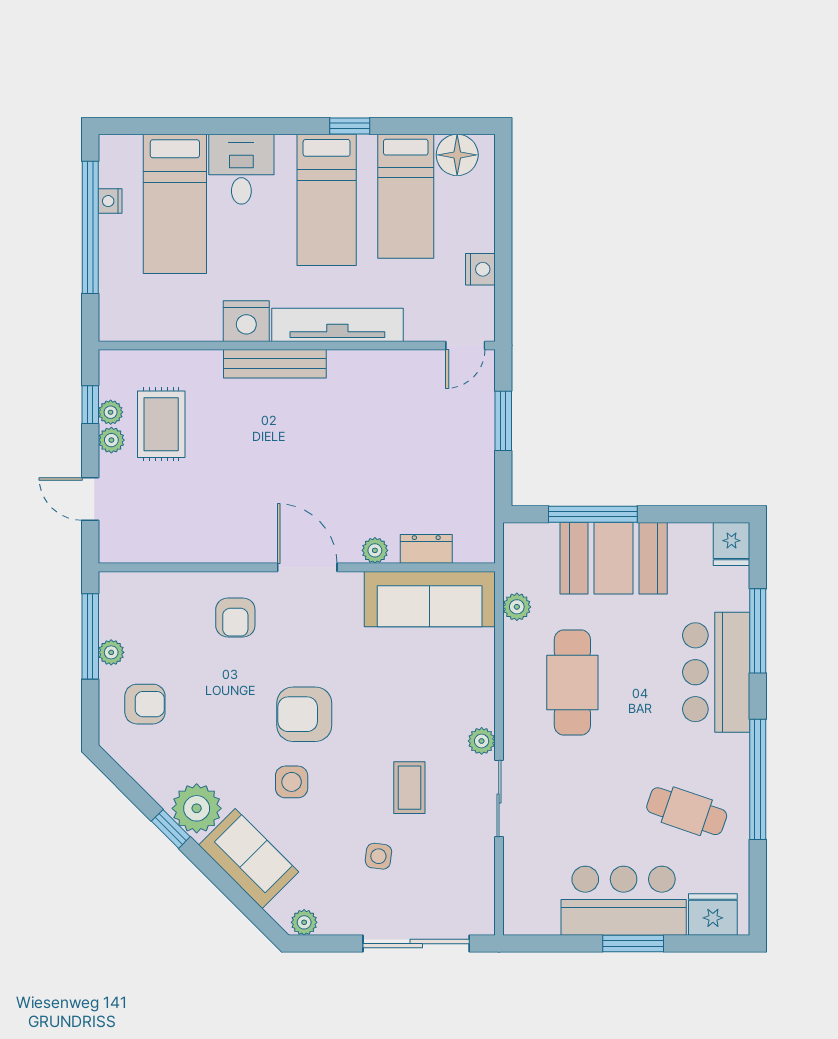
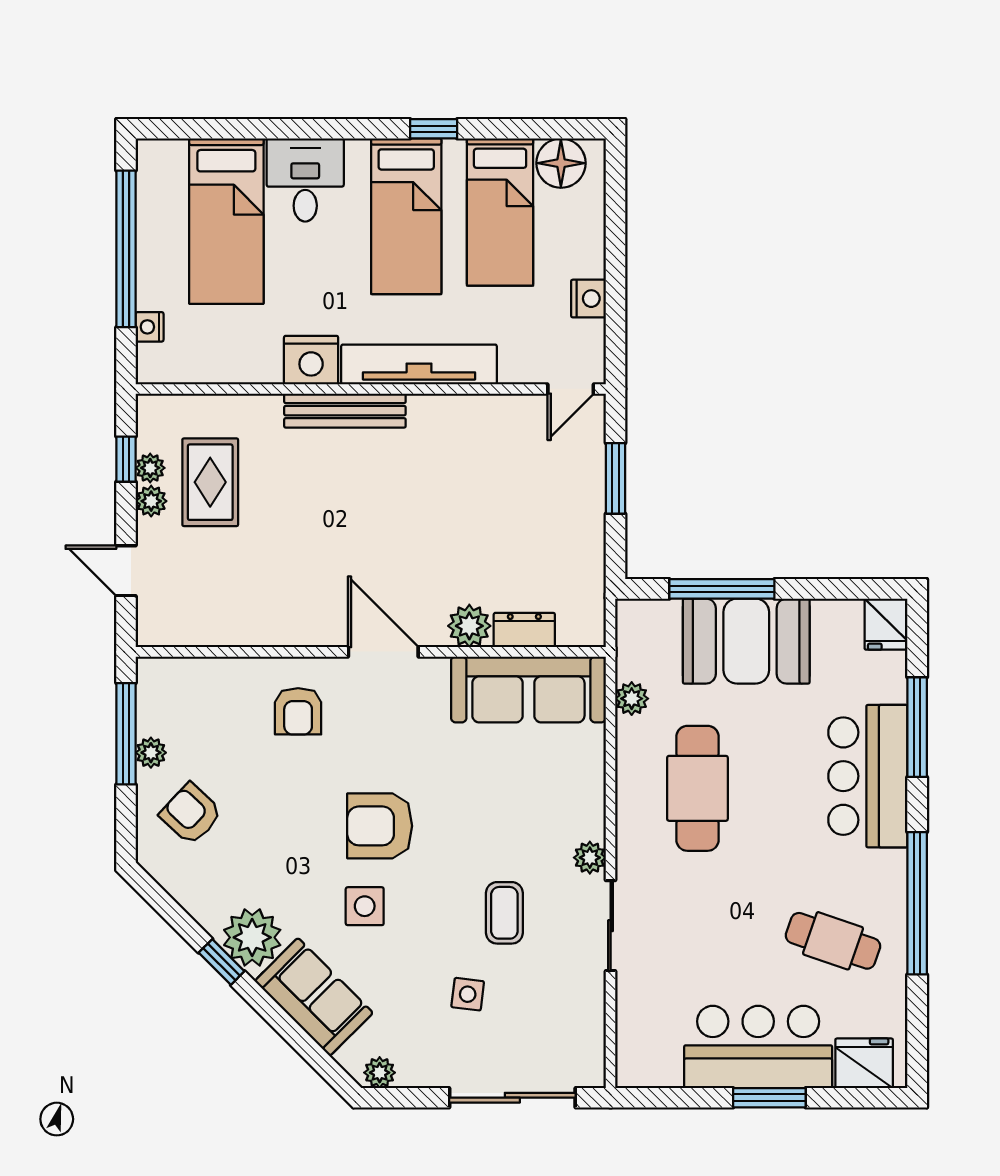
nightstand: (110, 201) -> (150, 327), moved
plant: (375, 550) -> (469, 626), width x1.38, depth x1.38
armchair: (145, 704) -> (191, 814), turned -137

